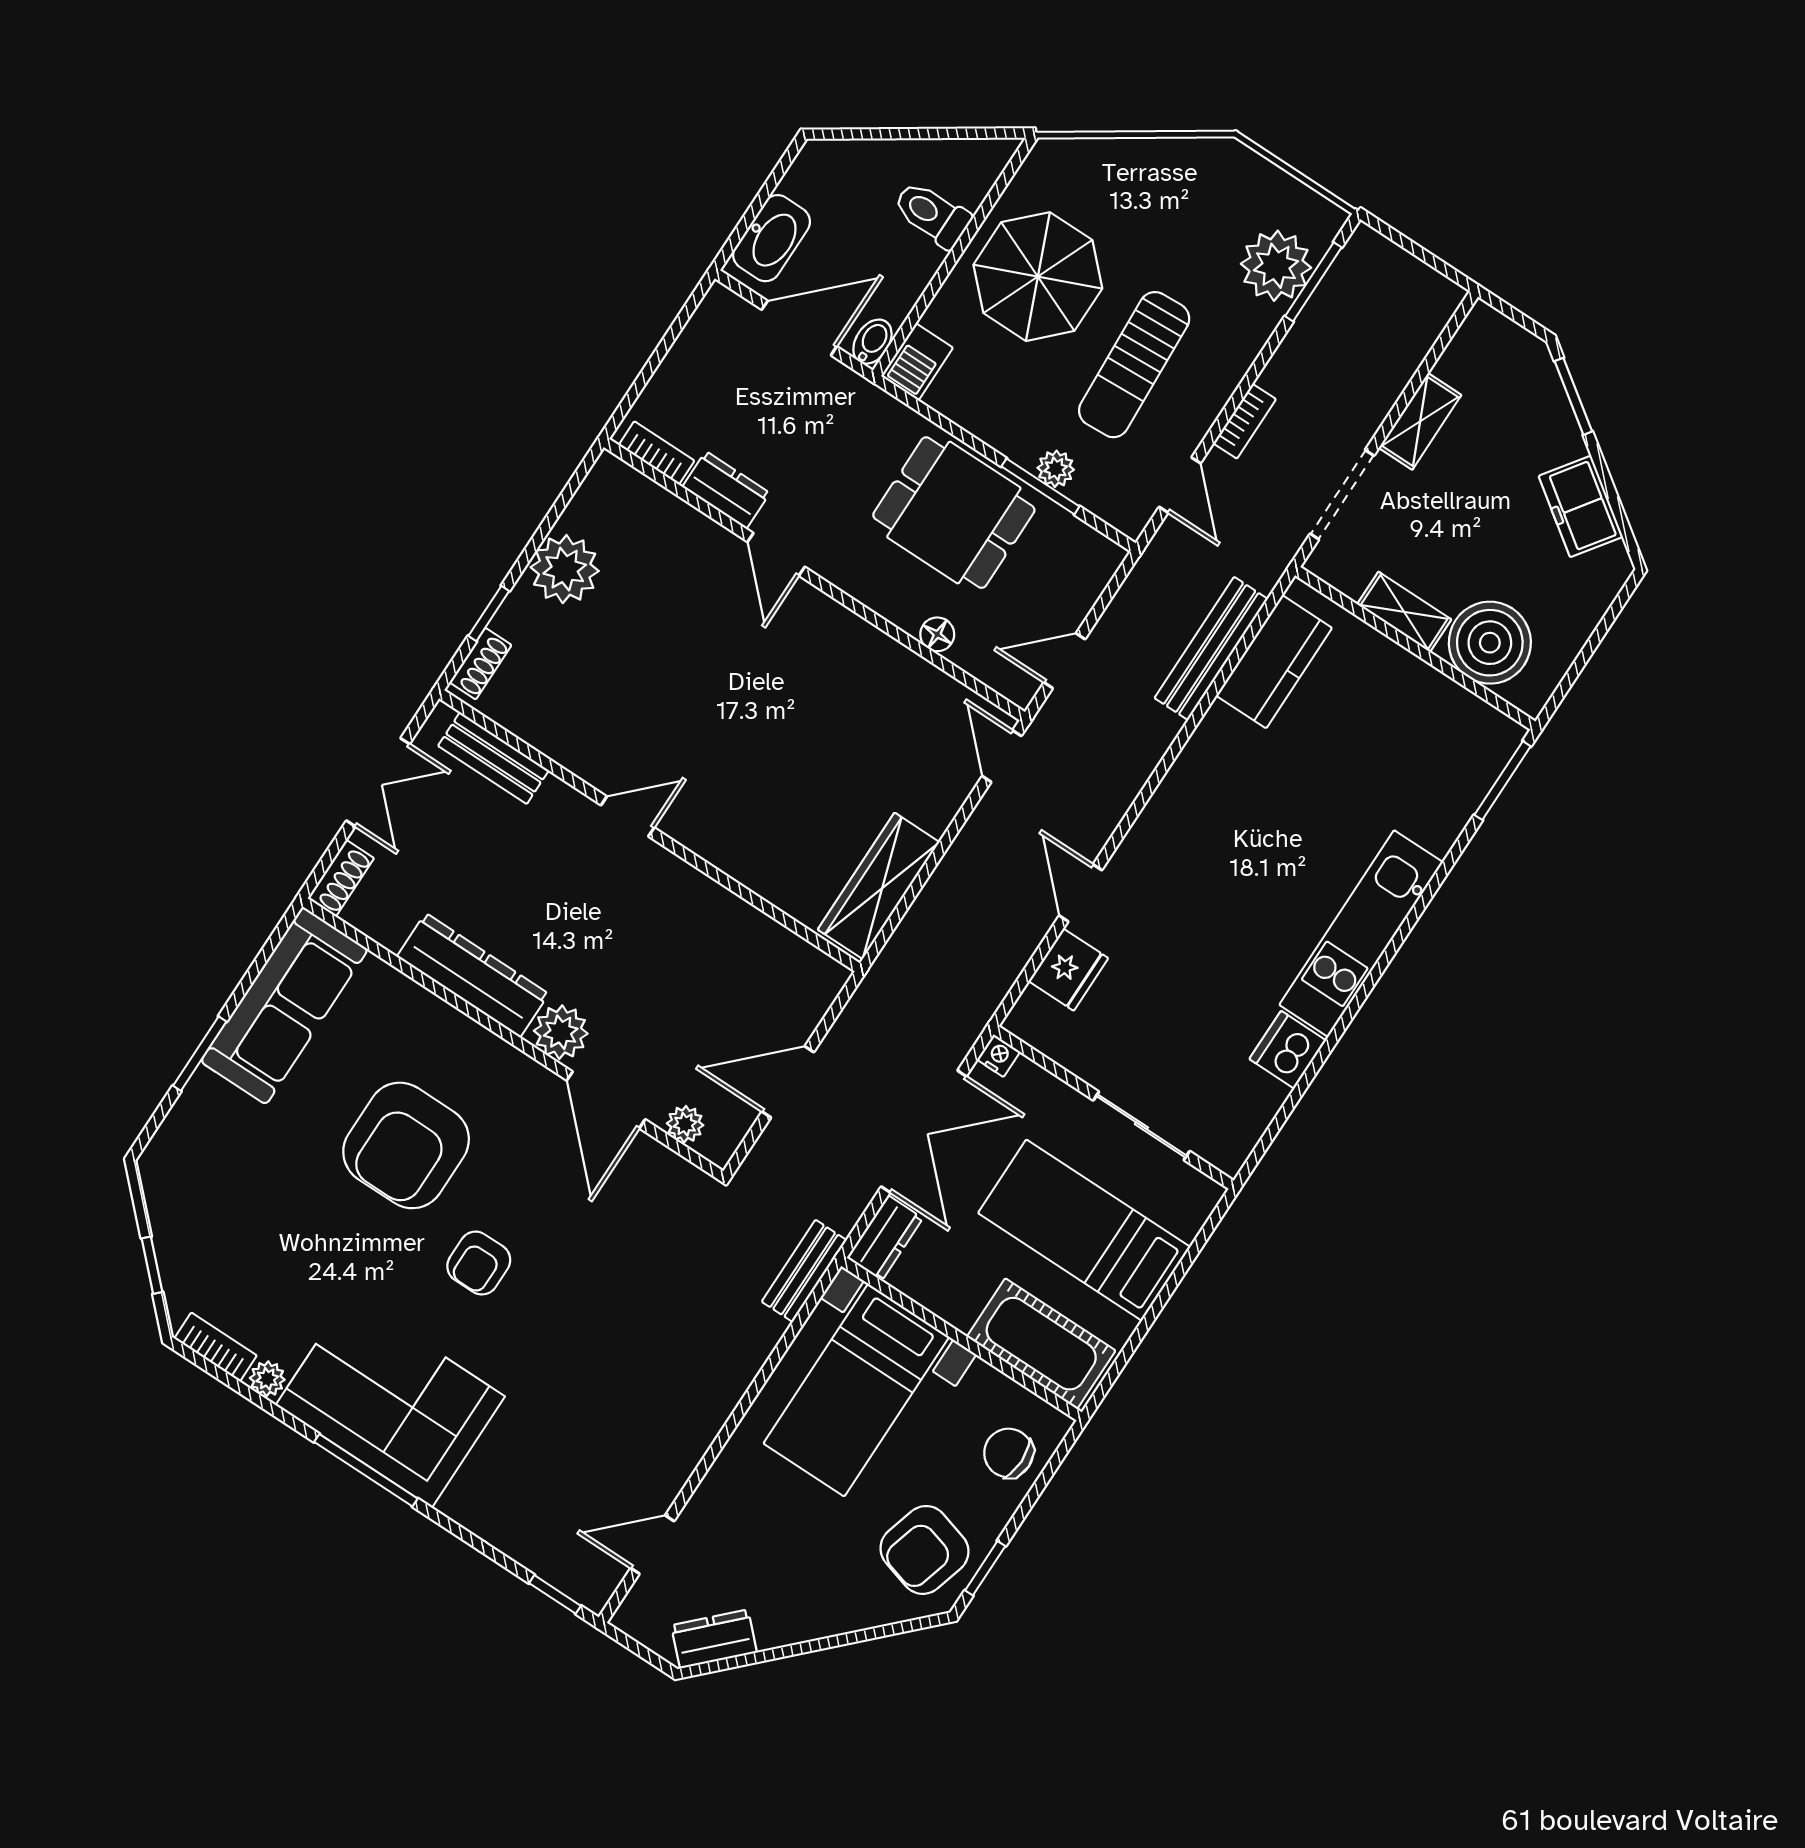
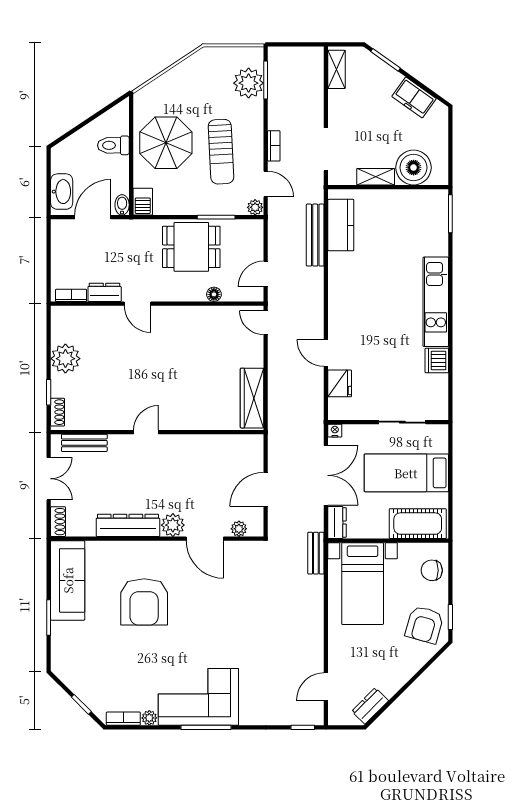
shelving: (1420, 421) -> (337, 69), moved
plant: (1056, 469) -> (255, 207), moved
armchair: (479, 1263) -> (198, 627), removed

